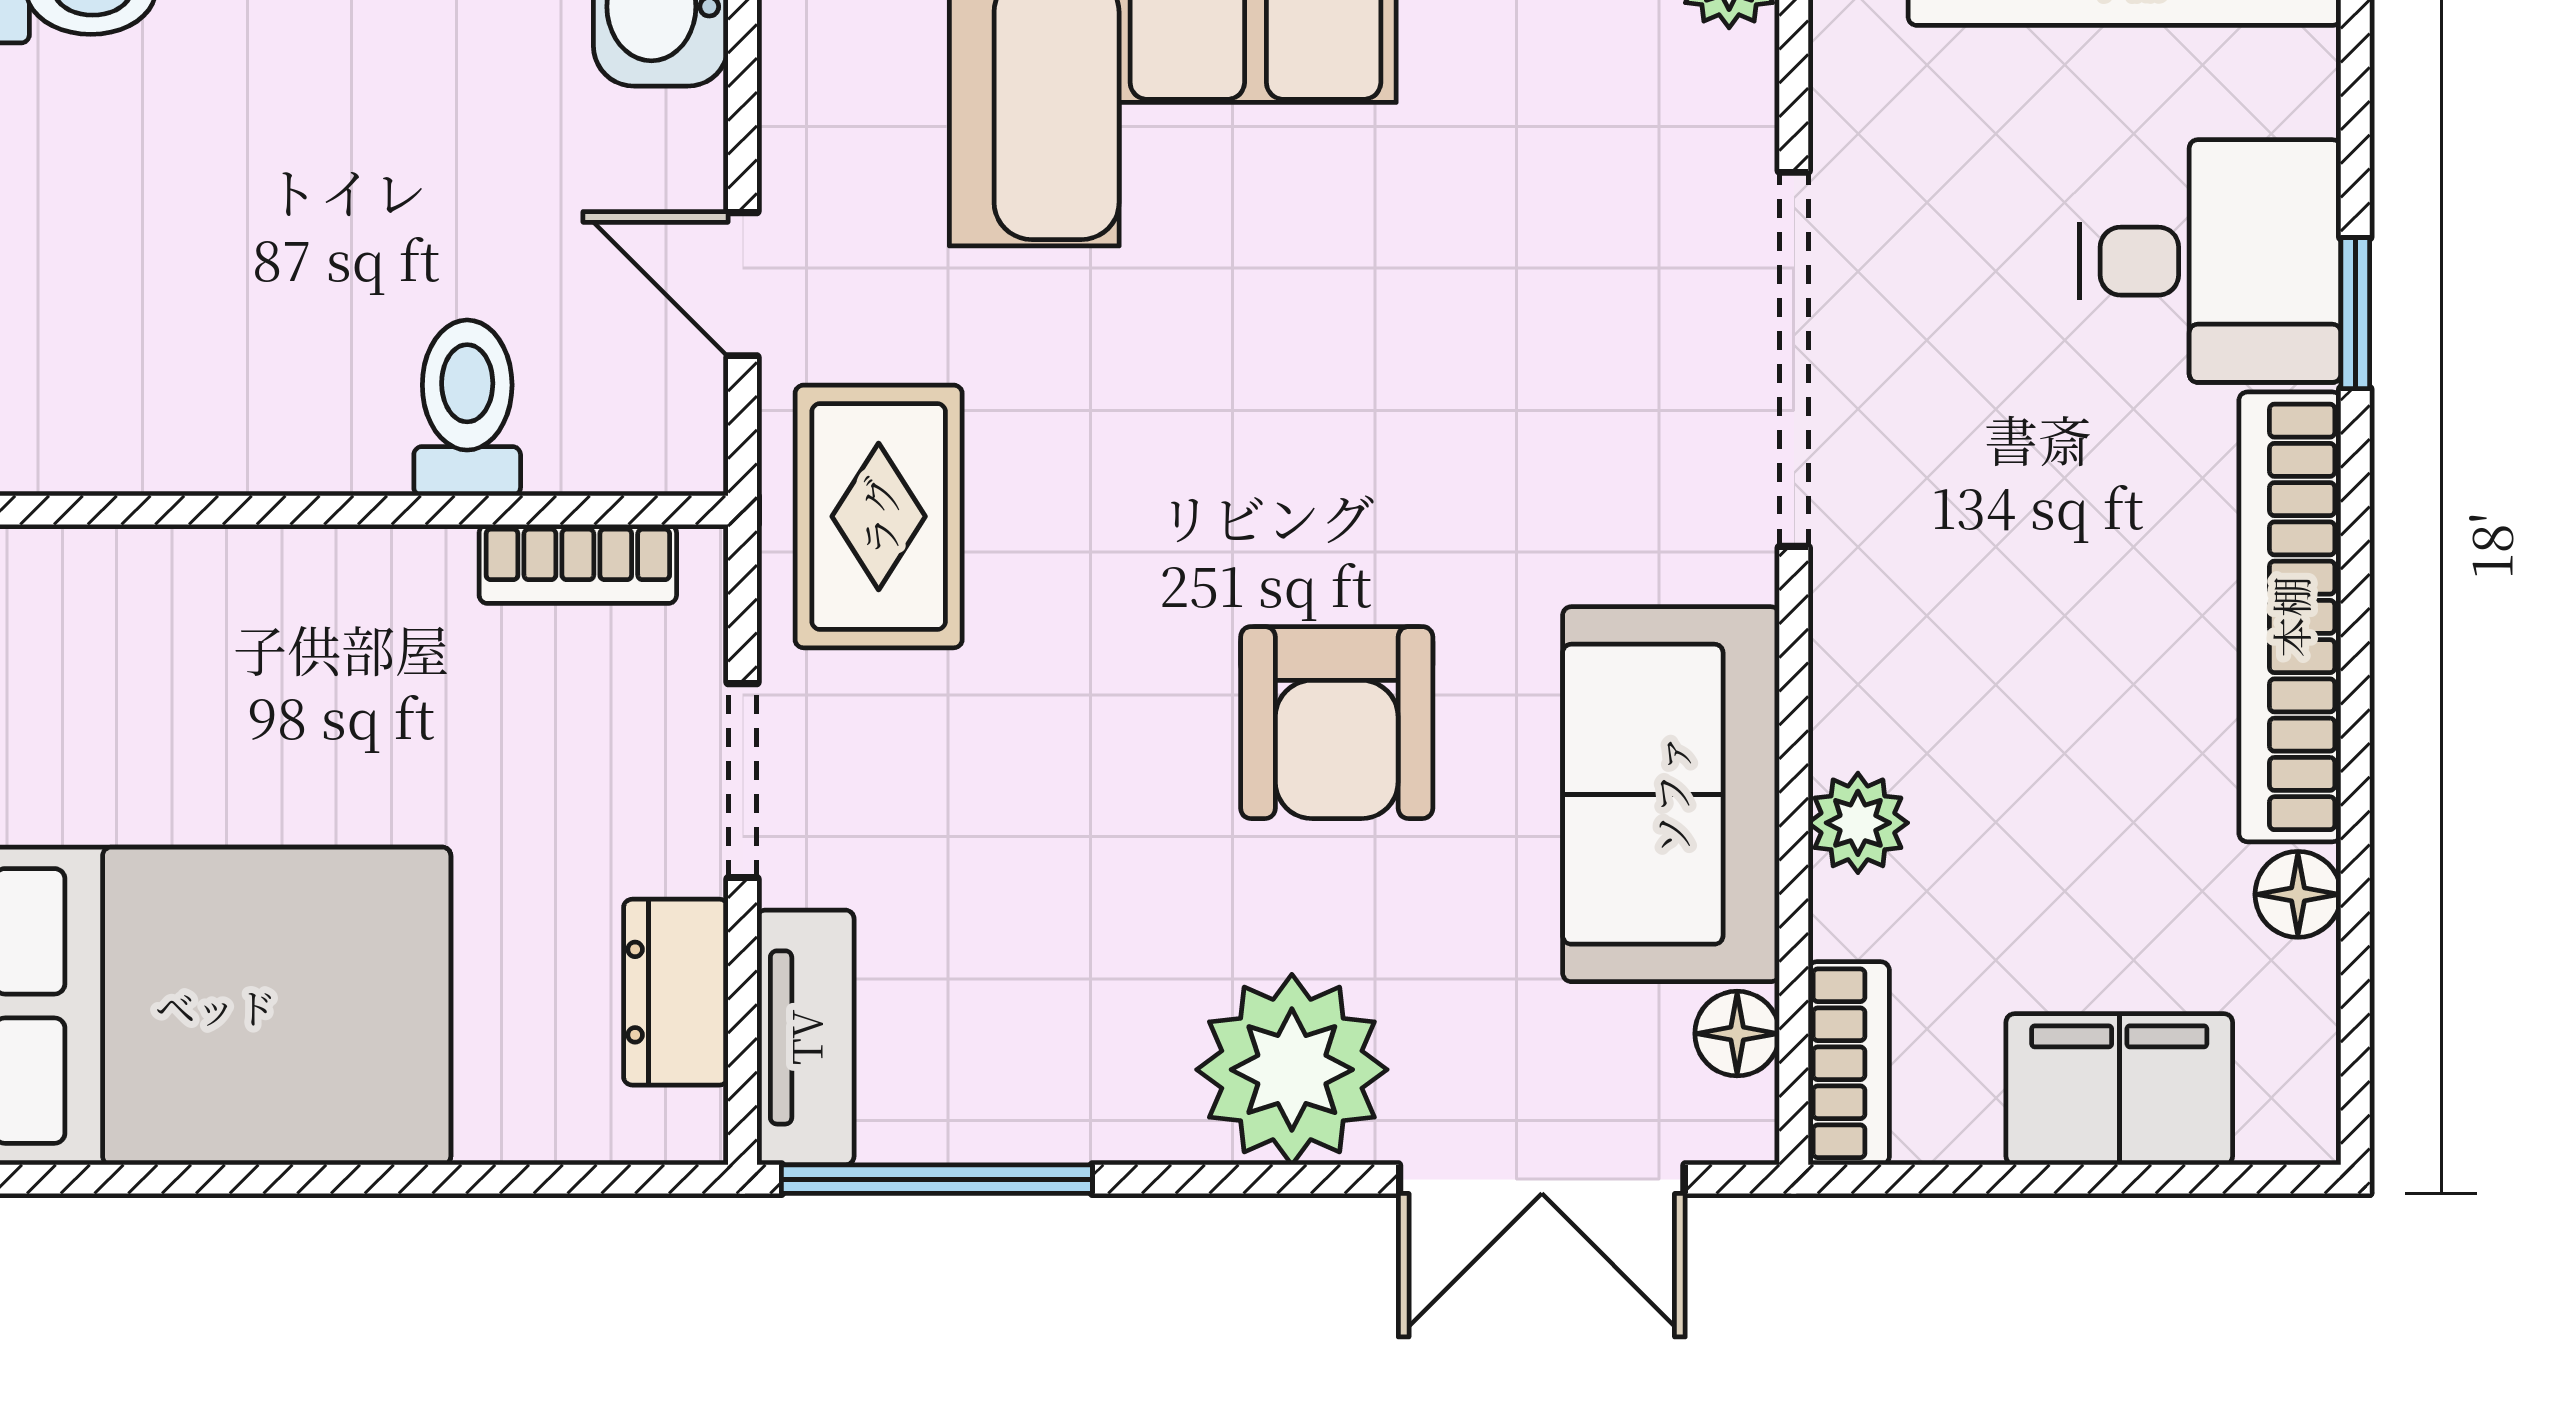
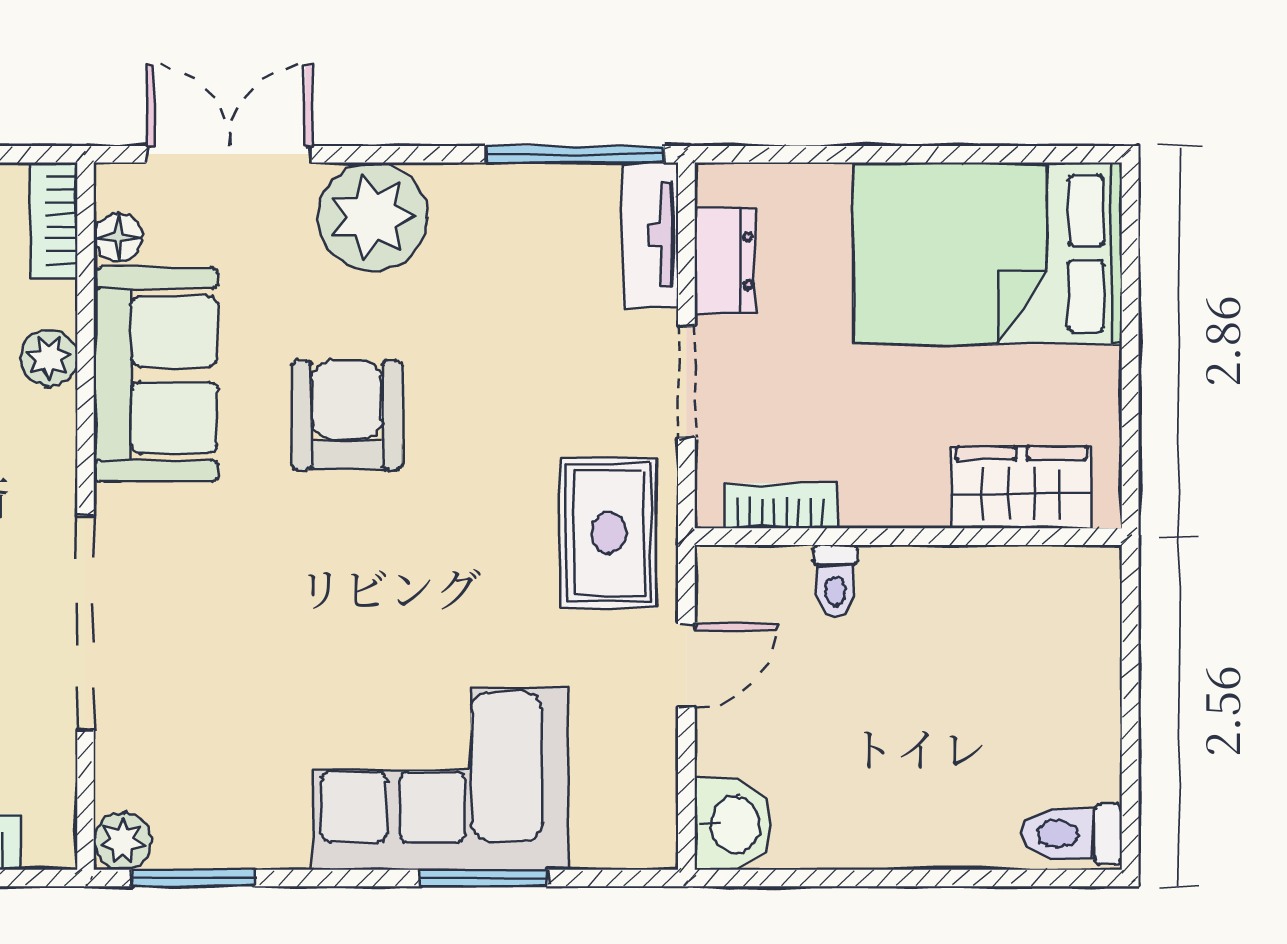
door: (742, 284) -> (686, 666), hinge flipped
toilet: (467, 408) -> (835, 581), width x0.73, depth x0.72
wardrobe: (156, 596) -> (1021, 488), added

